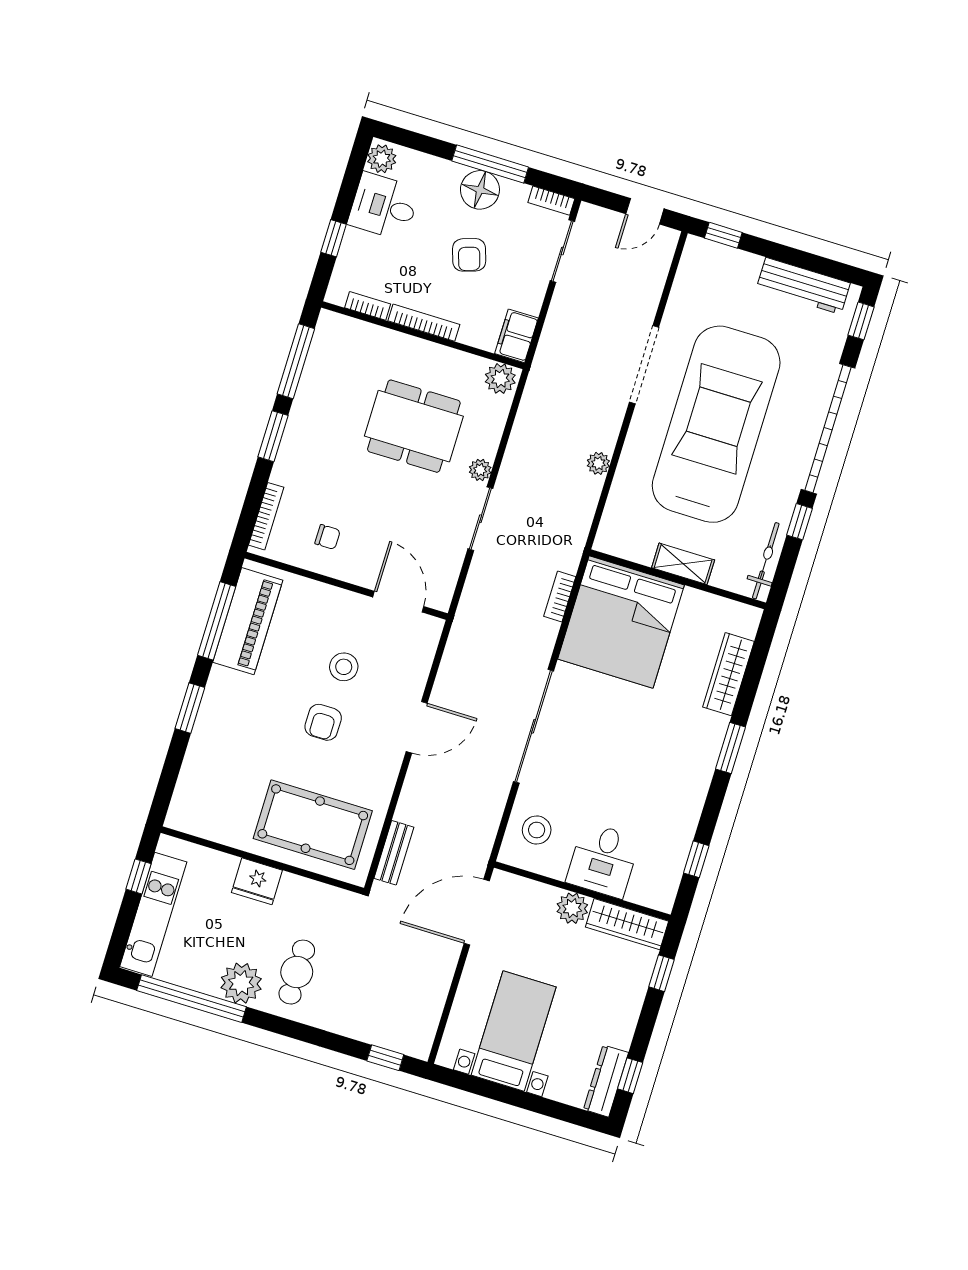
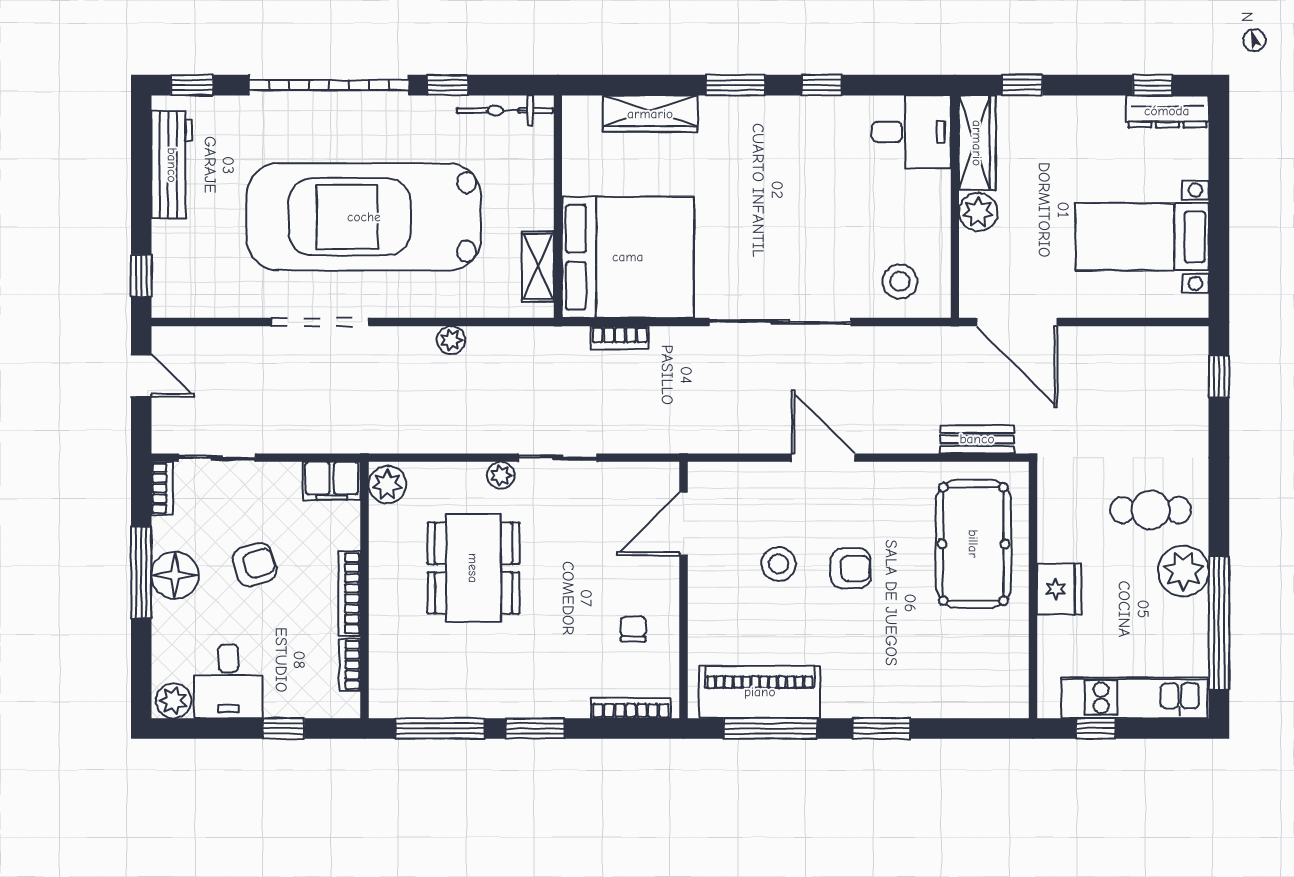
shelving: (683, 564) -> (538, 267), moved
window: (696, 859) -> (822, 85), moved
desk: (603, 860) -> (911, 132), moved

